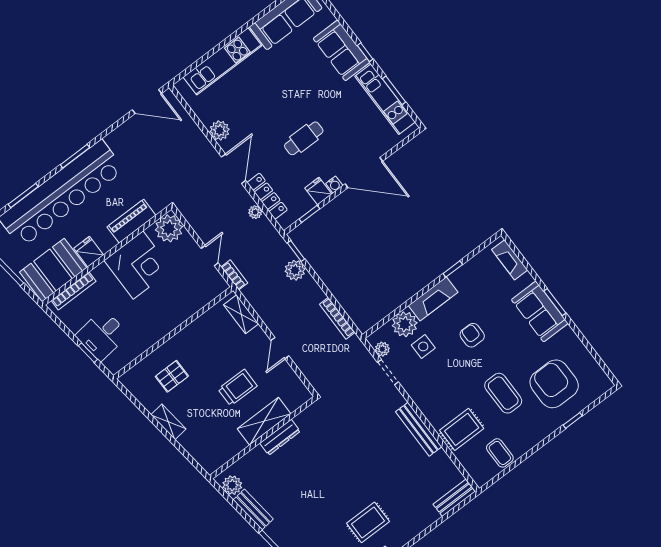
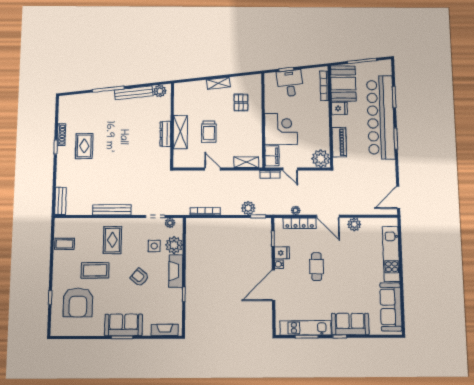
corner desk: (138, 265) -> (281, 129), moved, turned 180
filing cabinet: (210, 289) -> (272, 156), added
armchair: (472, 335) -> (140, 277), turned -140
armchair: (554, 384) -> (78, 302), turned 90
rug: (462, 429) -> (112, 240), moved
bench: (253, 509) -> (134, 93), width x1.36

